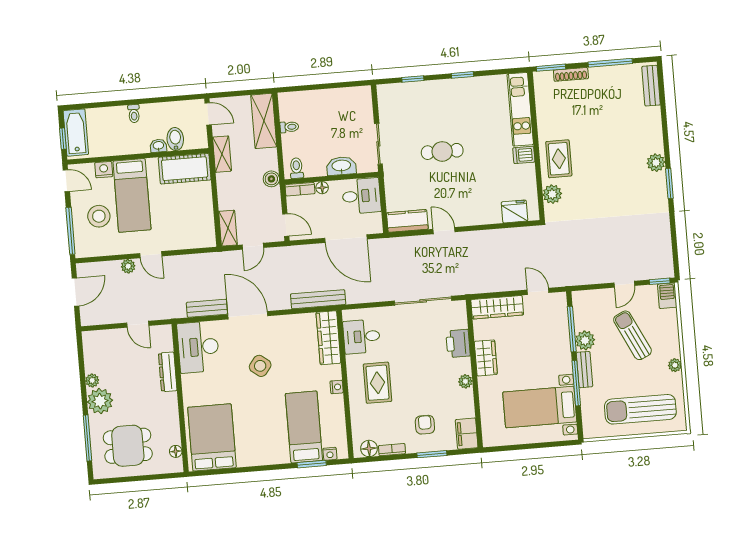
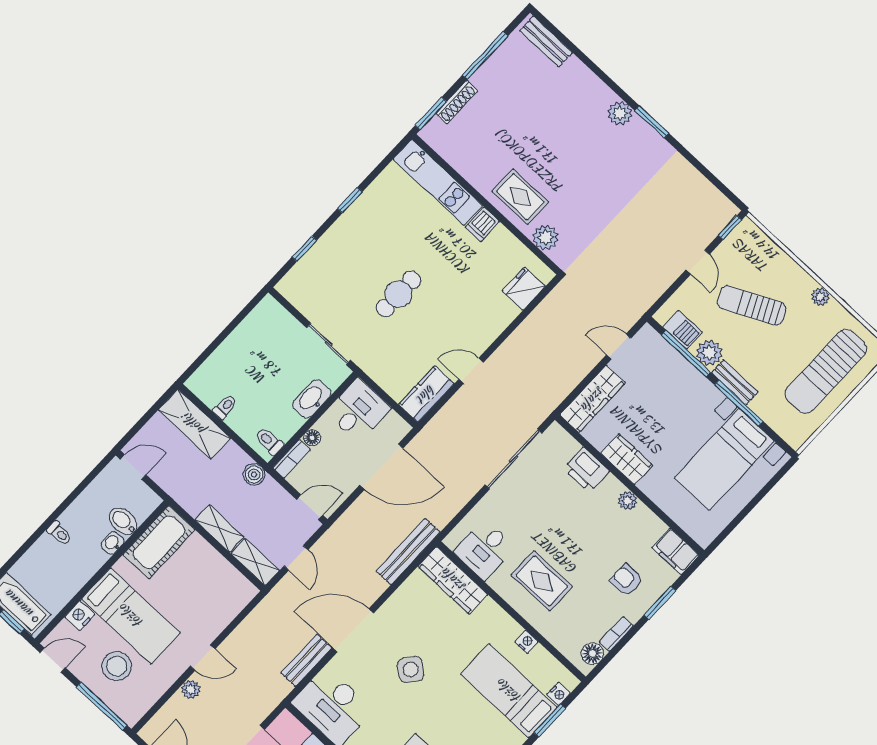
shelving: (222, 154) -> (219, 528), moved
barbecue: (667, 296) -> (683, 330), moved, turned 180
nightstand: (337, 387) -> (527, 642), moved

